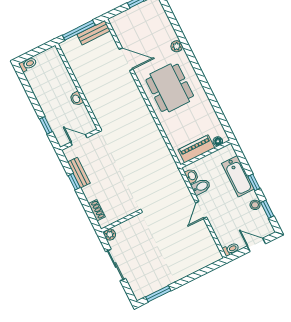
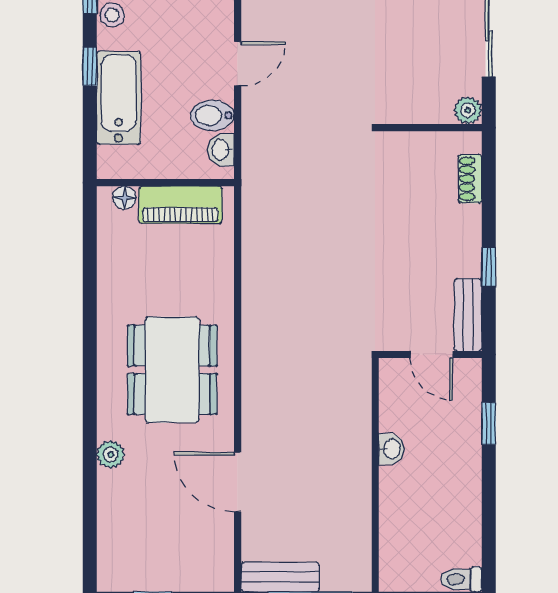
bench: (79, 173) -> (468, 315), moved

